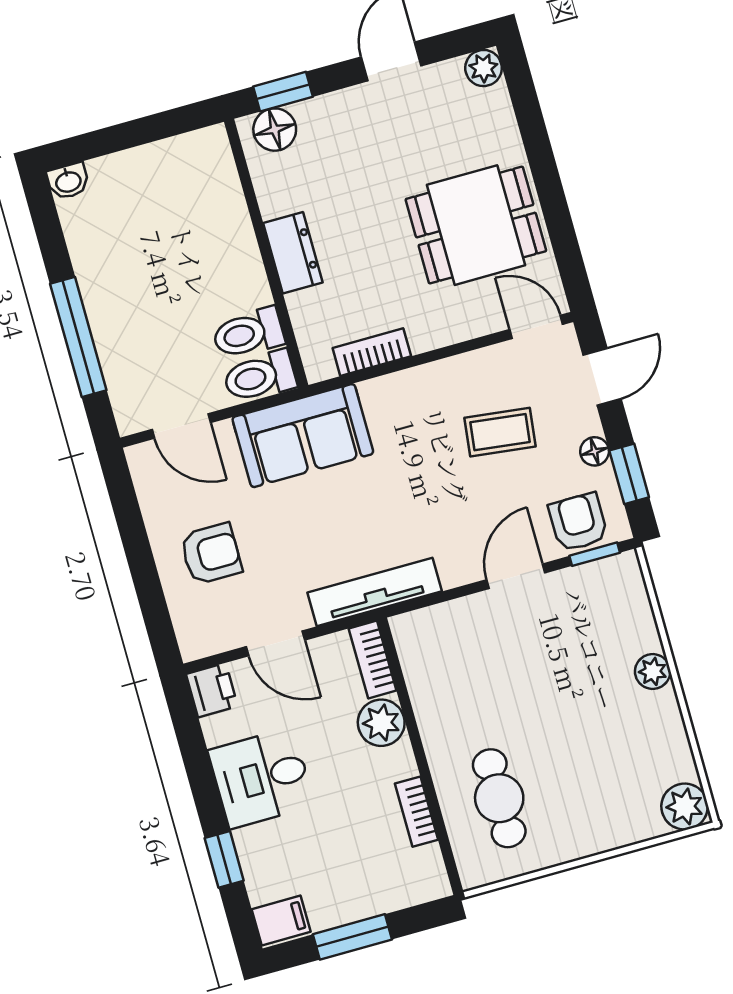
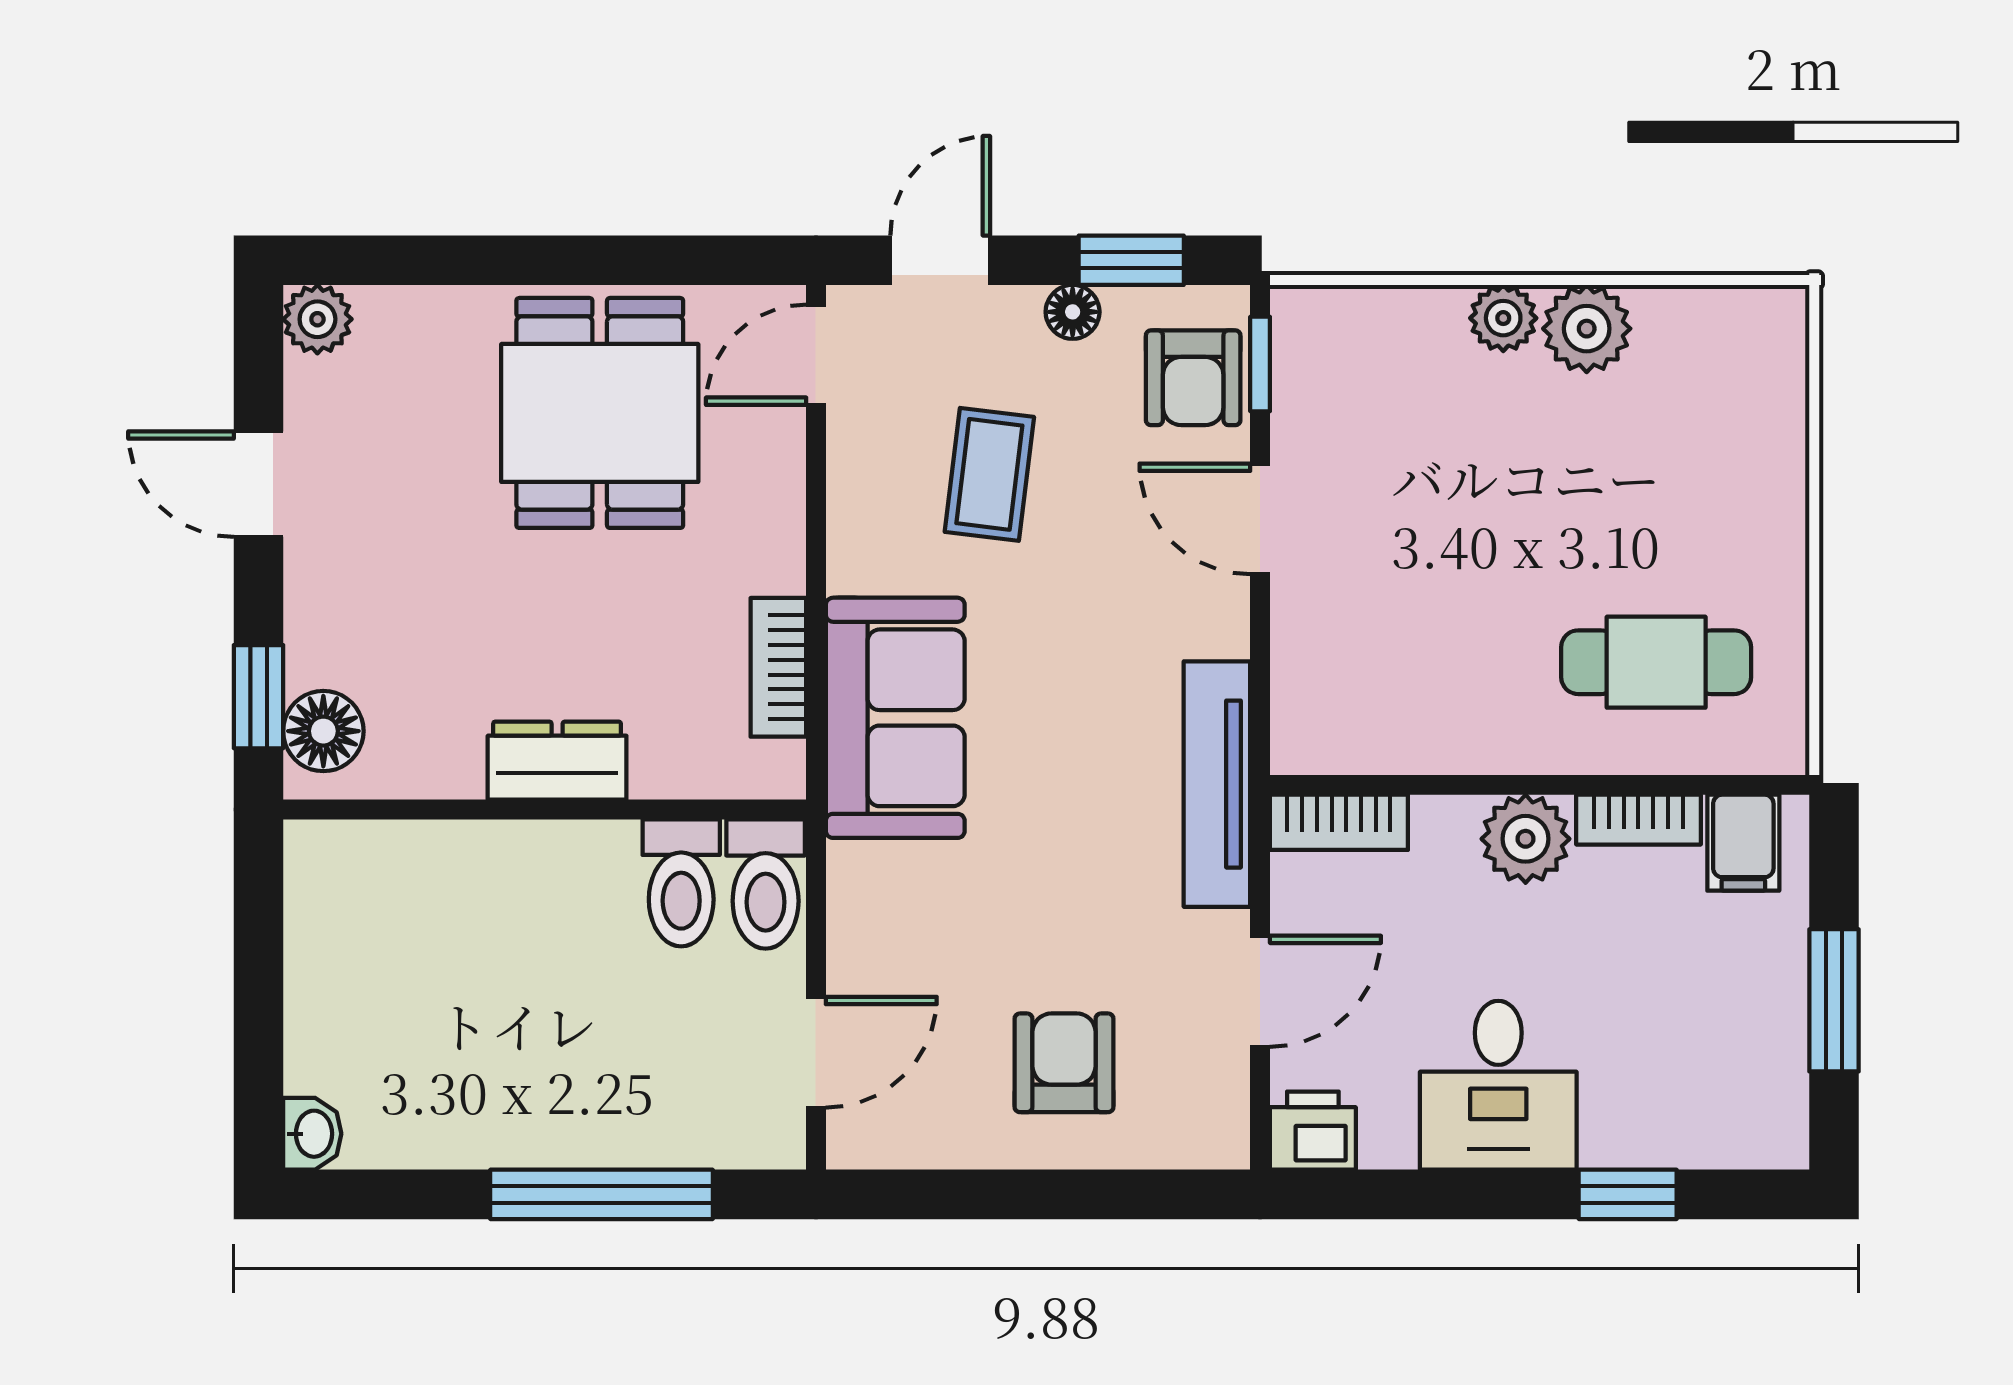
door: (602, 377) -> (940, 260), hinge flipped
sofa: (303, 436) -> (895, 718), moved
armchair: (578, 522) -> (1193, 378), turned -90
plant: (381, 723) -> (1526, 839), moved
plant: (685, 807) -> (1587, 329), moved
filing cabinet: (281, 920) -> (1743, 843), moved, turned 180

